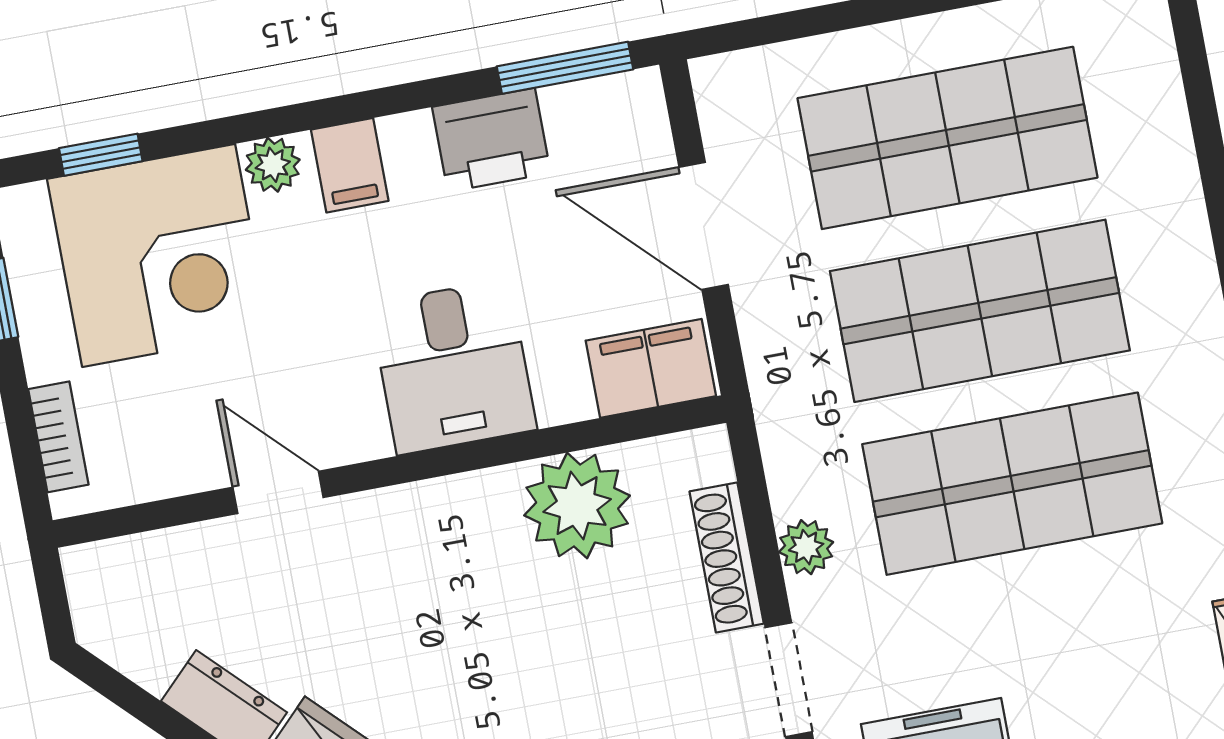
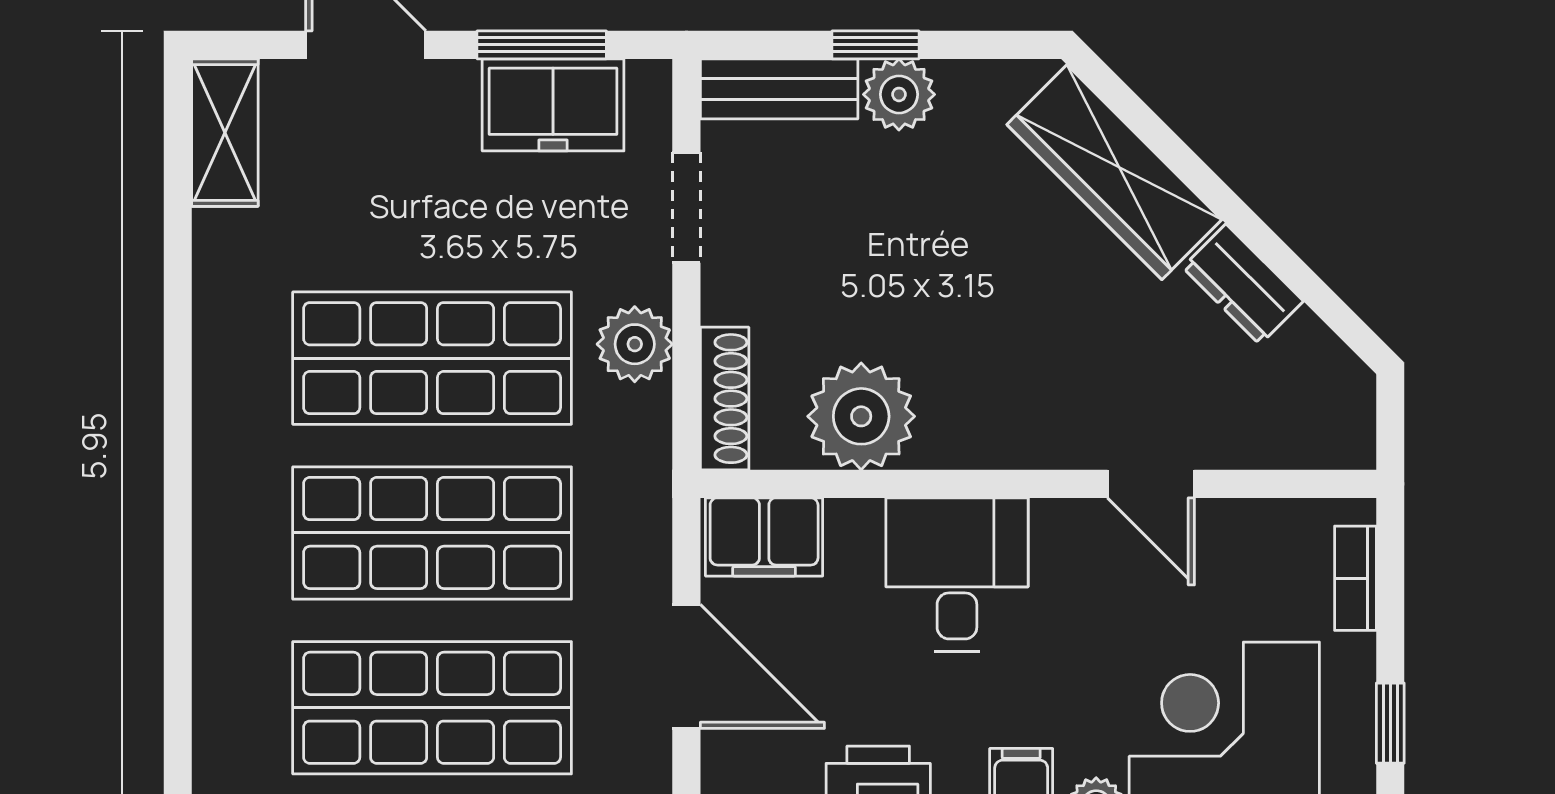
plant: (806, 547) -> (635, 344), width x1.38, depth x1.38
shoe rack: (727, 558) -> (725, 399), moved

